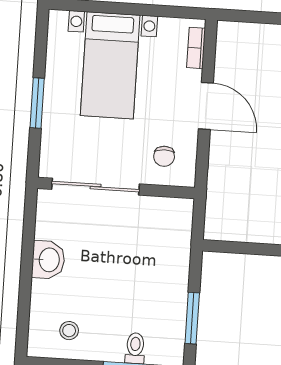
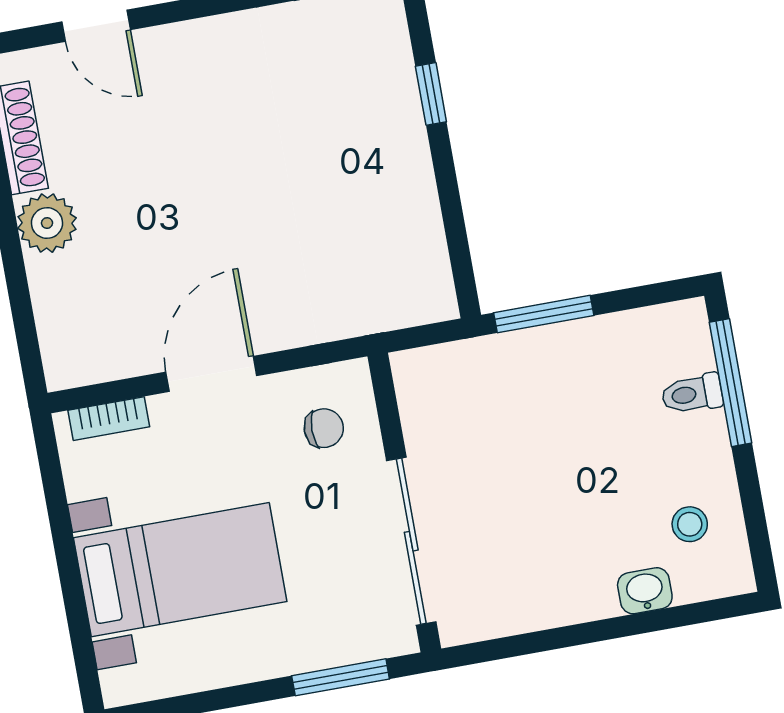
window: (37, 103) -> (341, 677), moved
washbasin: (48, 260) -> (645, 591), moved, width x0.72, depth x0.69
window: (192, 318) -> (544, 314), moved

